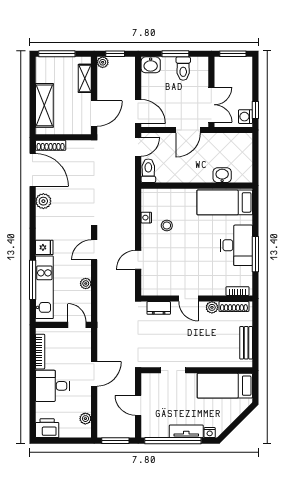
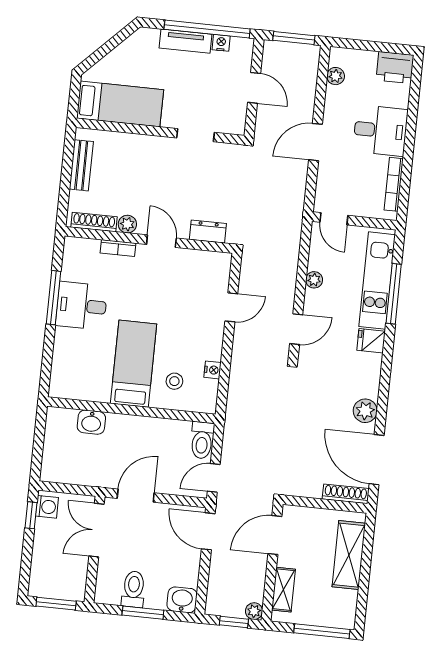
bed: (225, 202) -> (134, 364), moved, turned -90
stool: (167, 225) -> (174, 381), moved
desk: (236, 245) -> (81, 306), width x0.73
bookcase: (238, 291) -> (118, 248), moved
nightstand: (210, 433) -> (221, 43), moved

